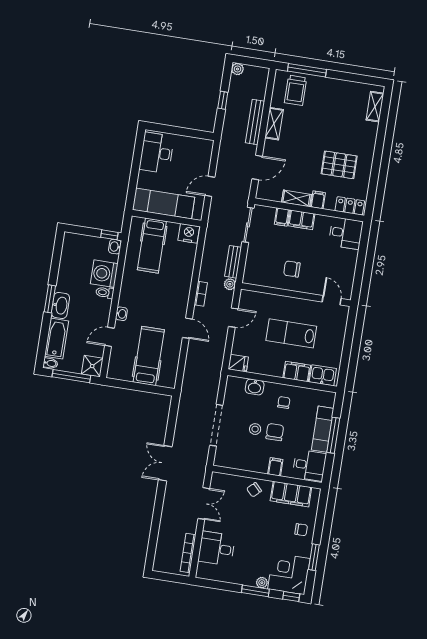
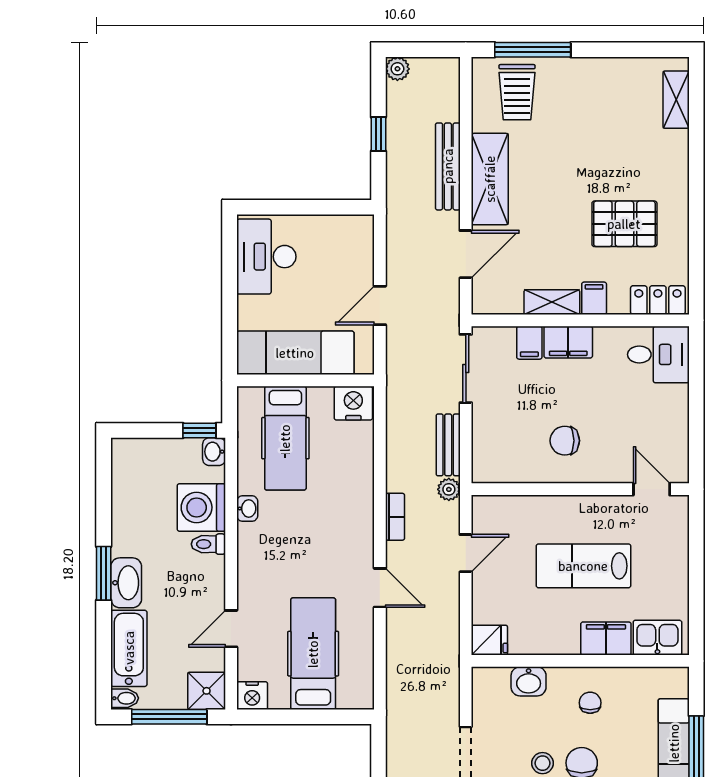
shelving: (274, 124) -> (490, 179), width x1.50, depth x1.33
washbasin: (121, 314) -> (247, 509), moved
nightstand: (115, 372) -> (252, 696), added

